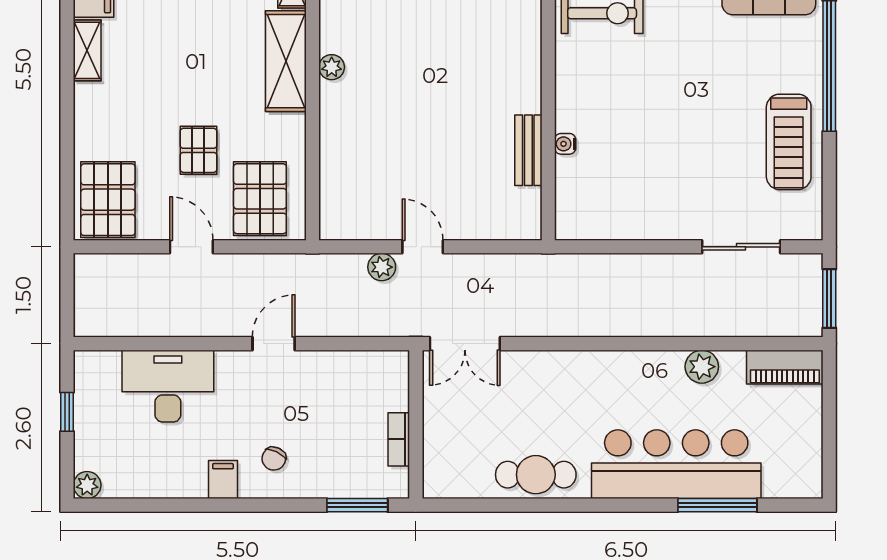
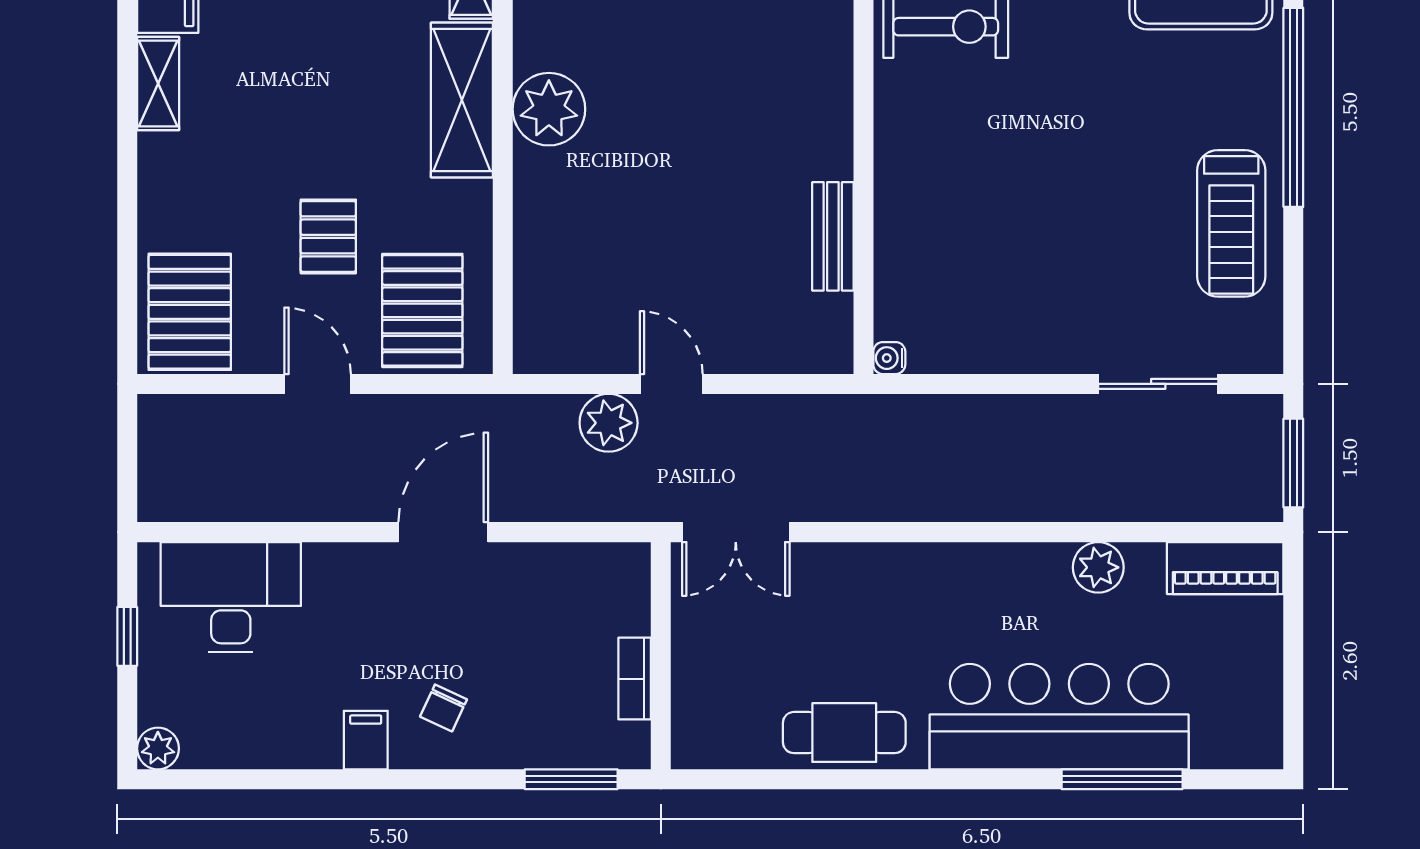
plant: (332, 67) -> (549, 109), width x1.87, depth x1.87
water cooler: (565, 144) -> (889, 358), moved
plant: (382, 267) -> (609, 423), width x1.38, depth x1.38
door: (274, 344) -> (443, 532), width x1.38
desk: (168, 386) -> (231, 597), moved

